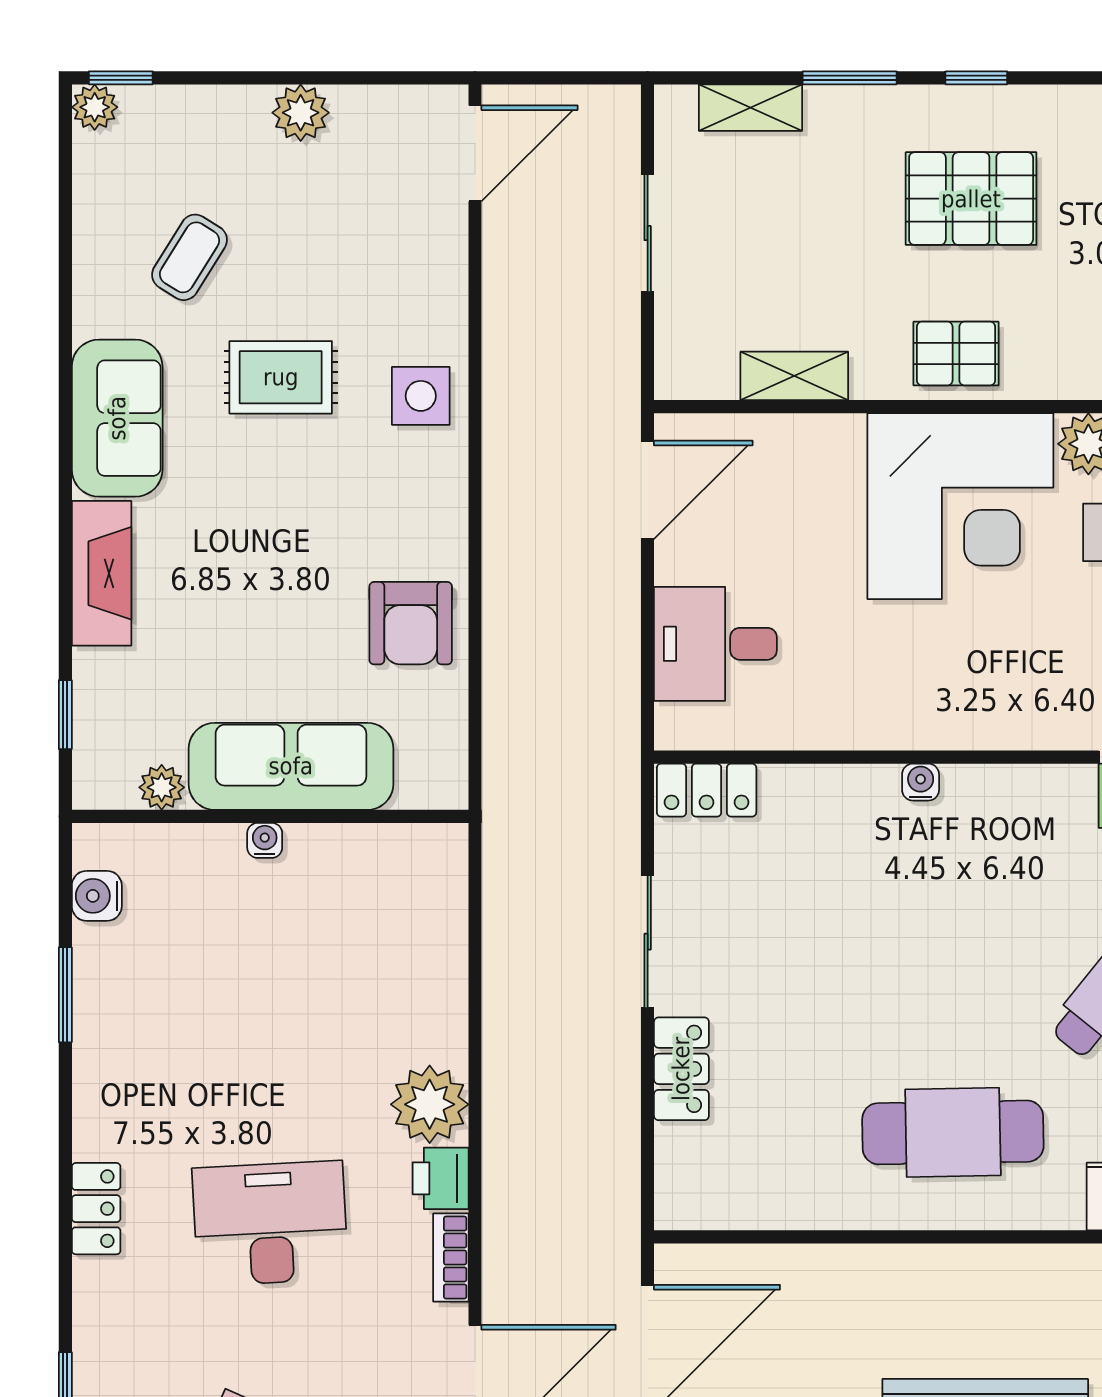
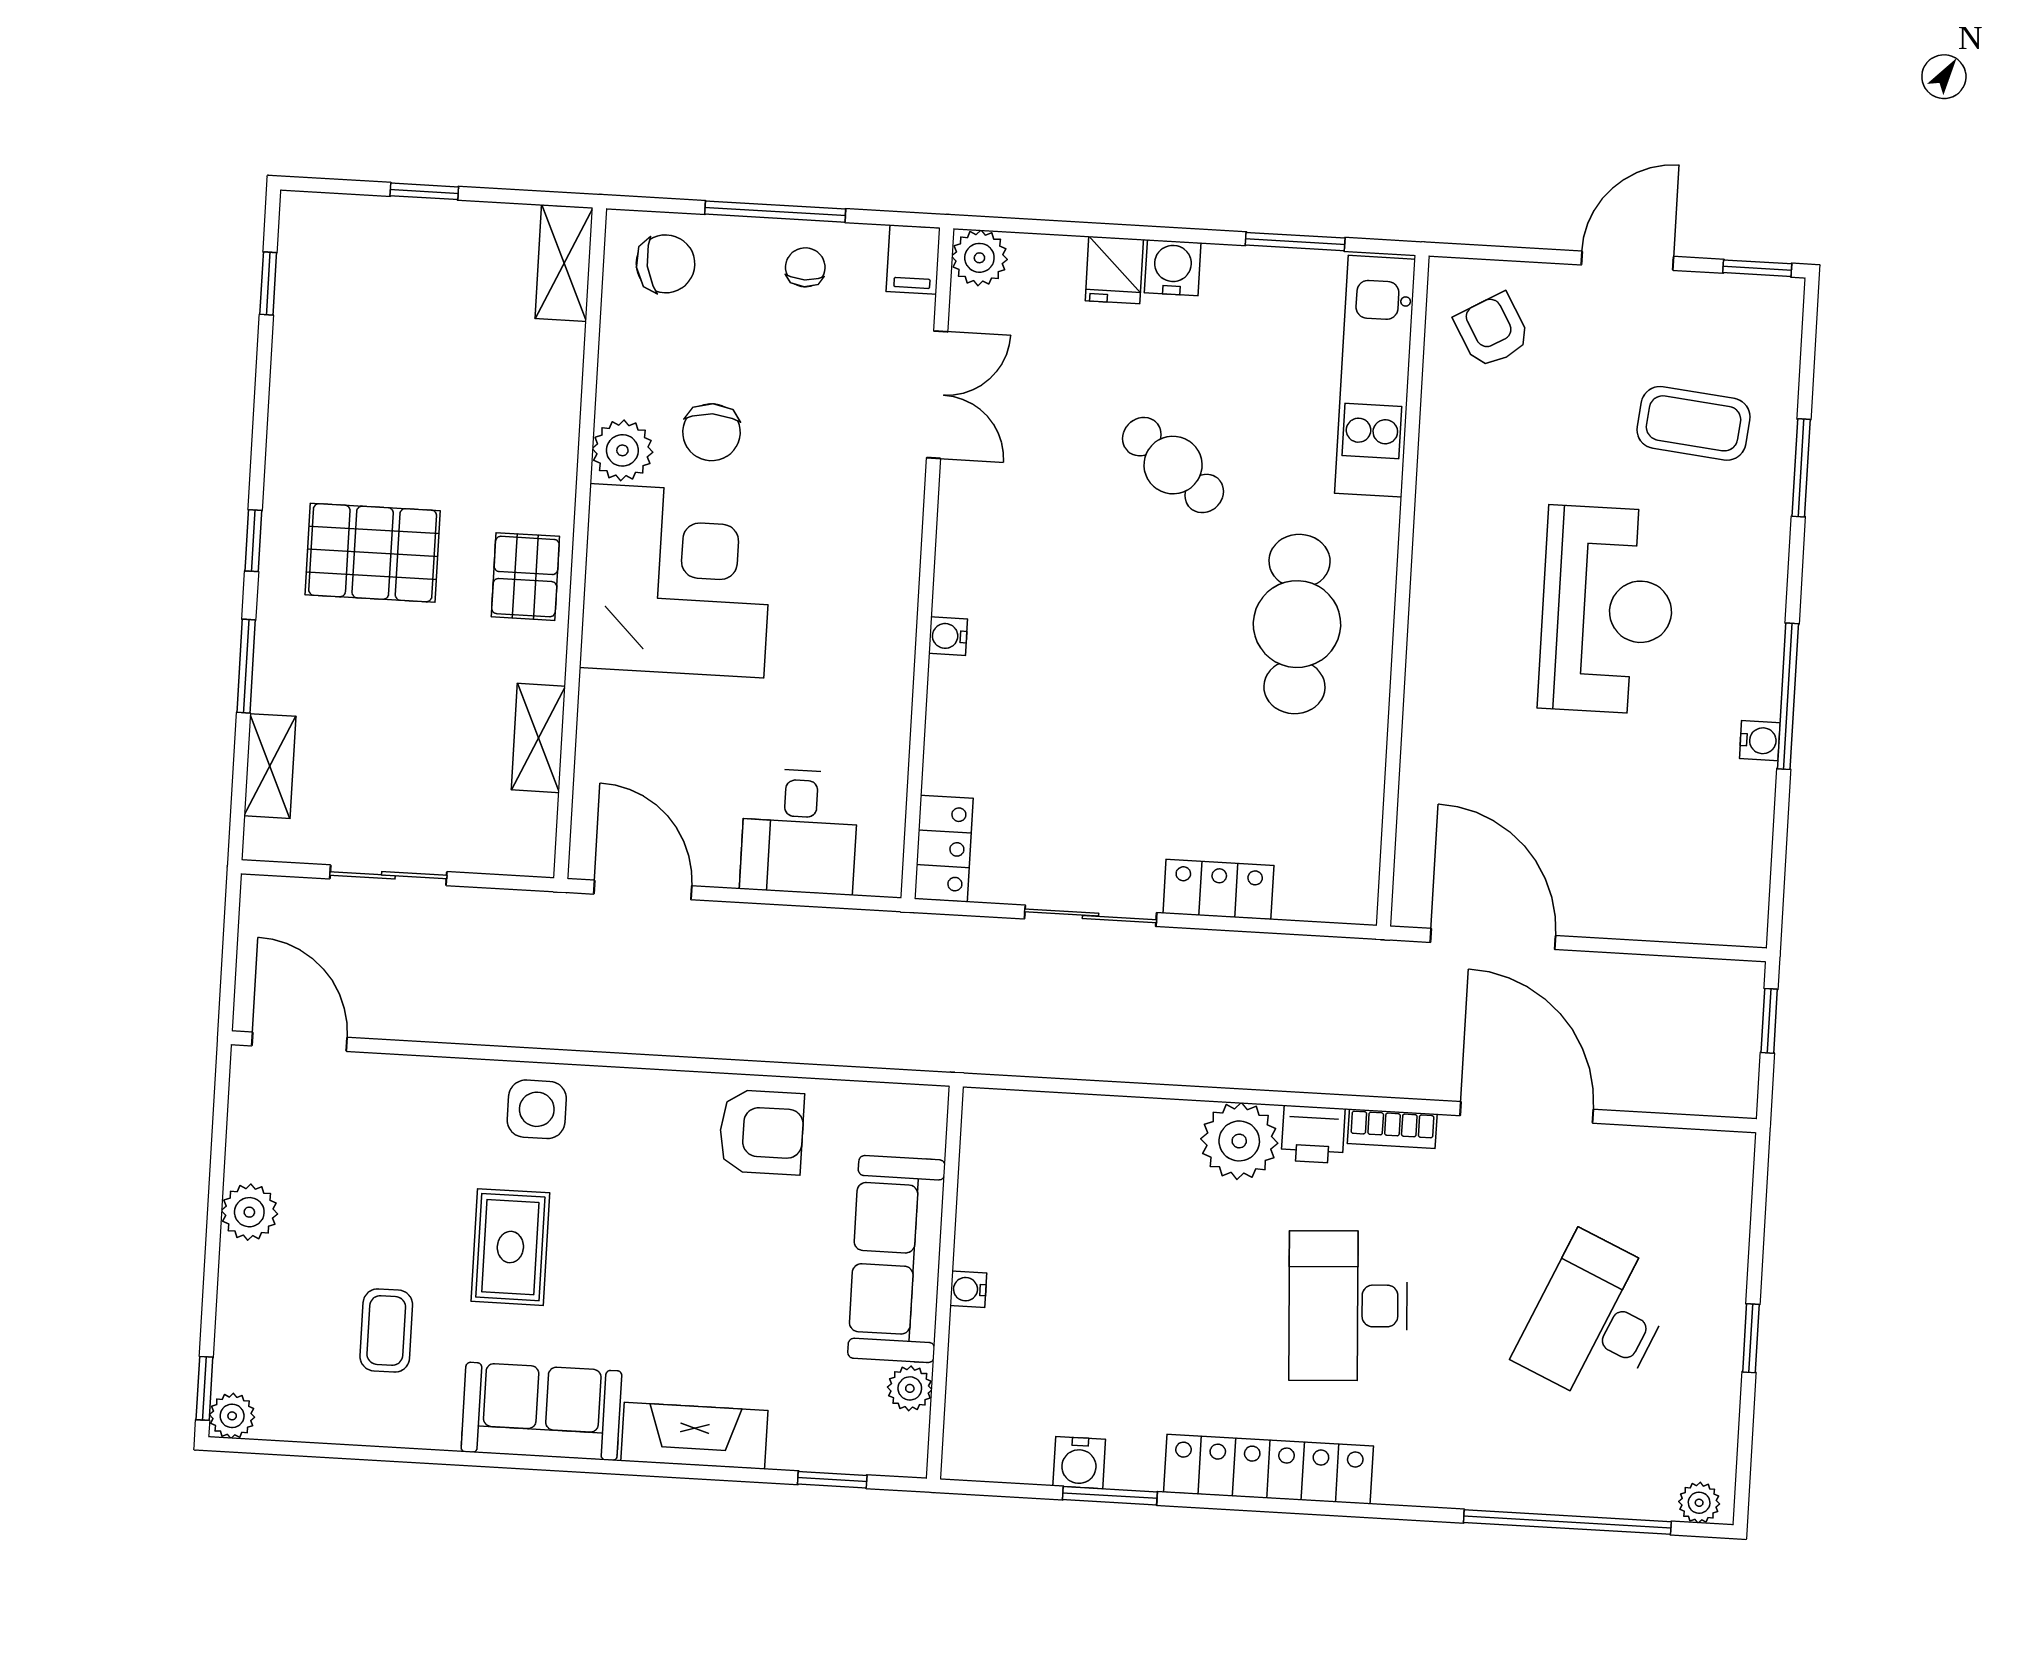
pallet: (971, 199) -> (373, 553), turned 90
coffee table: (189, 257) -> (386, 1331), turned 58
water cooler: (97, 896) -> (1079, 1463), moved
locker: (96, 1209) -> (1269, 1469), width x2.16, depth x1.21

